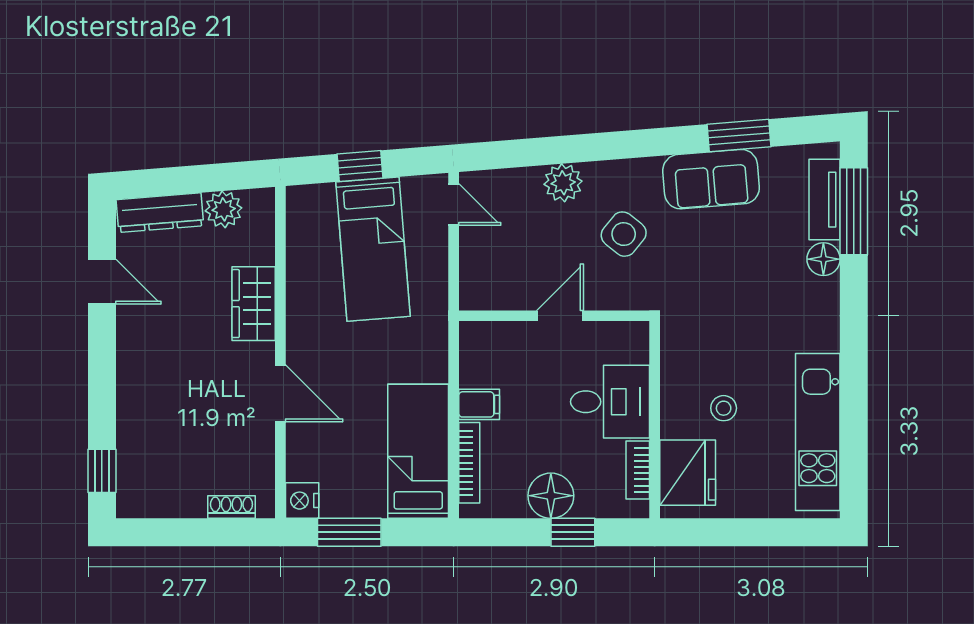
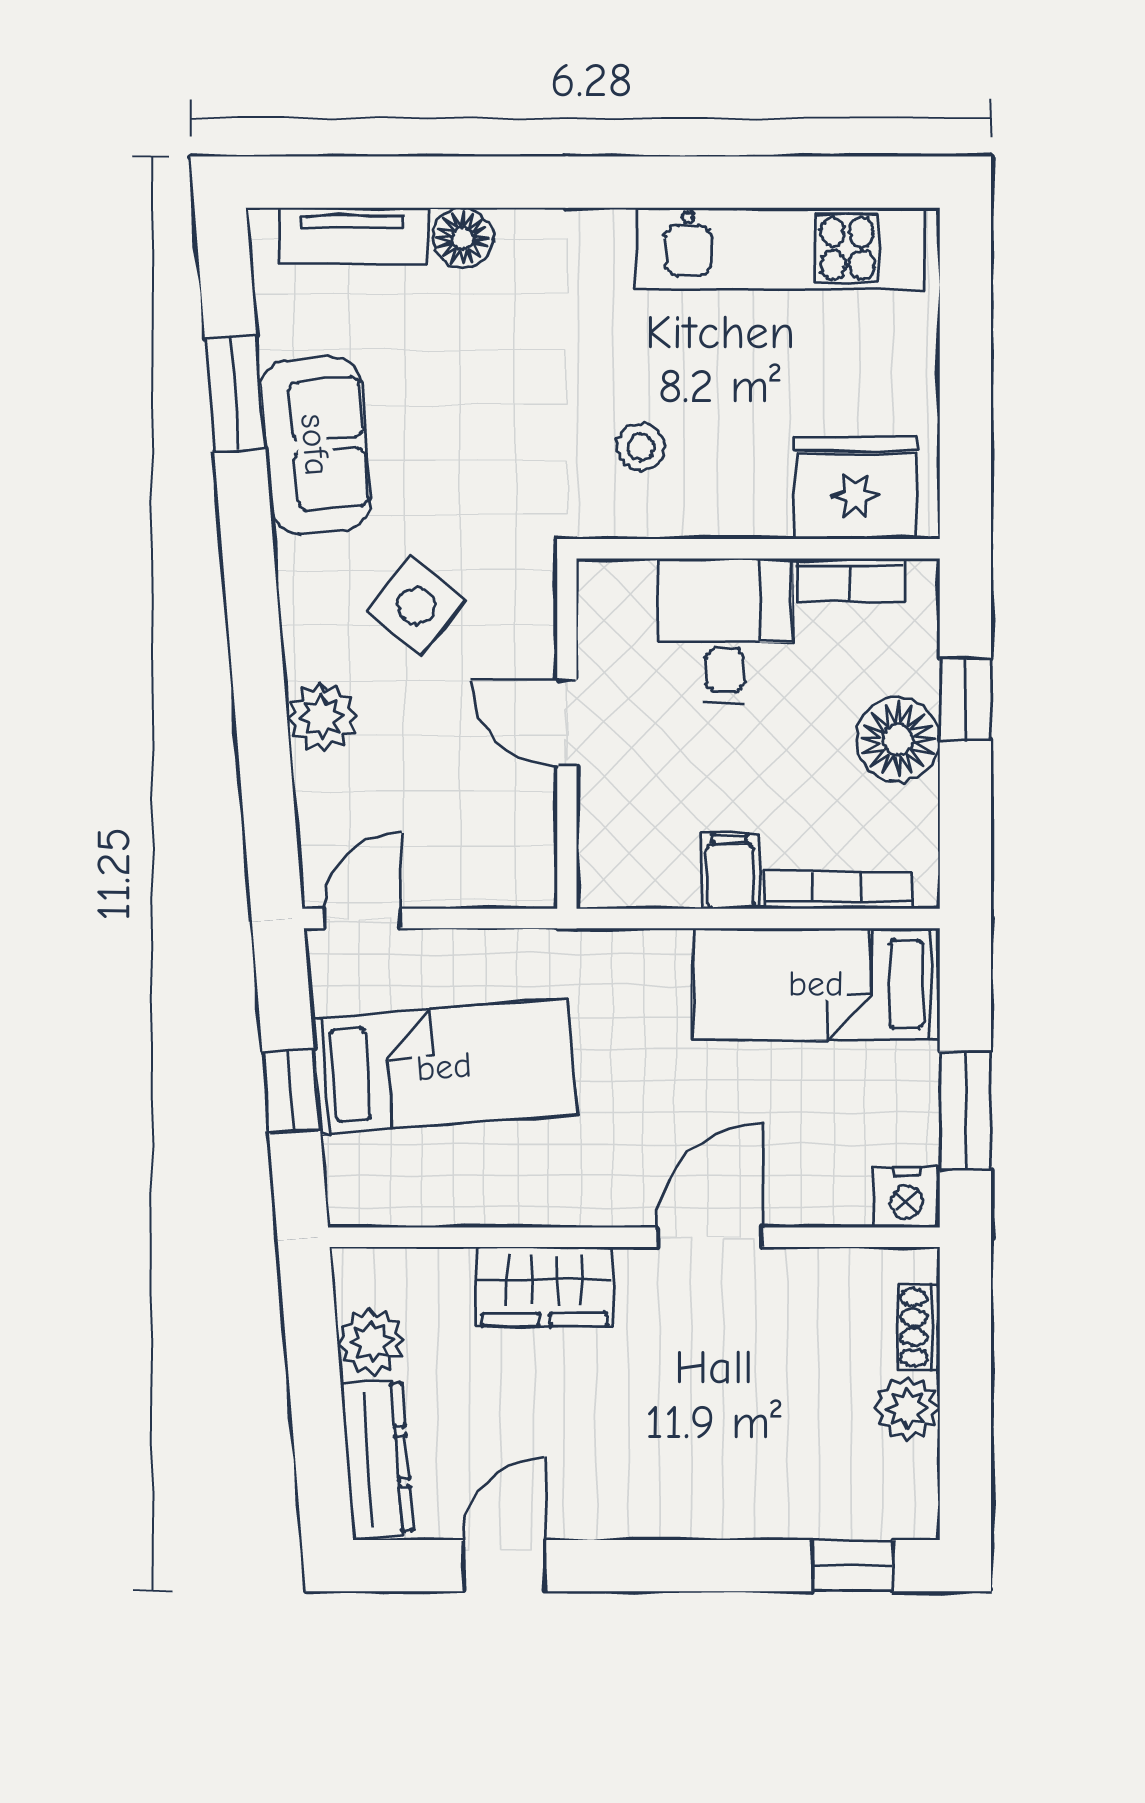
window: (854, 211) -> (375, 182), removed
stool: (724, 408) -> (641, 447), moved
plant: (187, 501) -> (907, 1408), added

